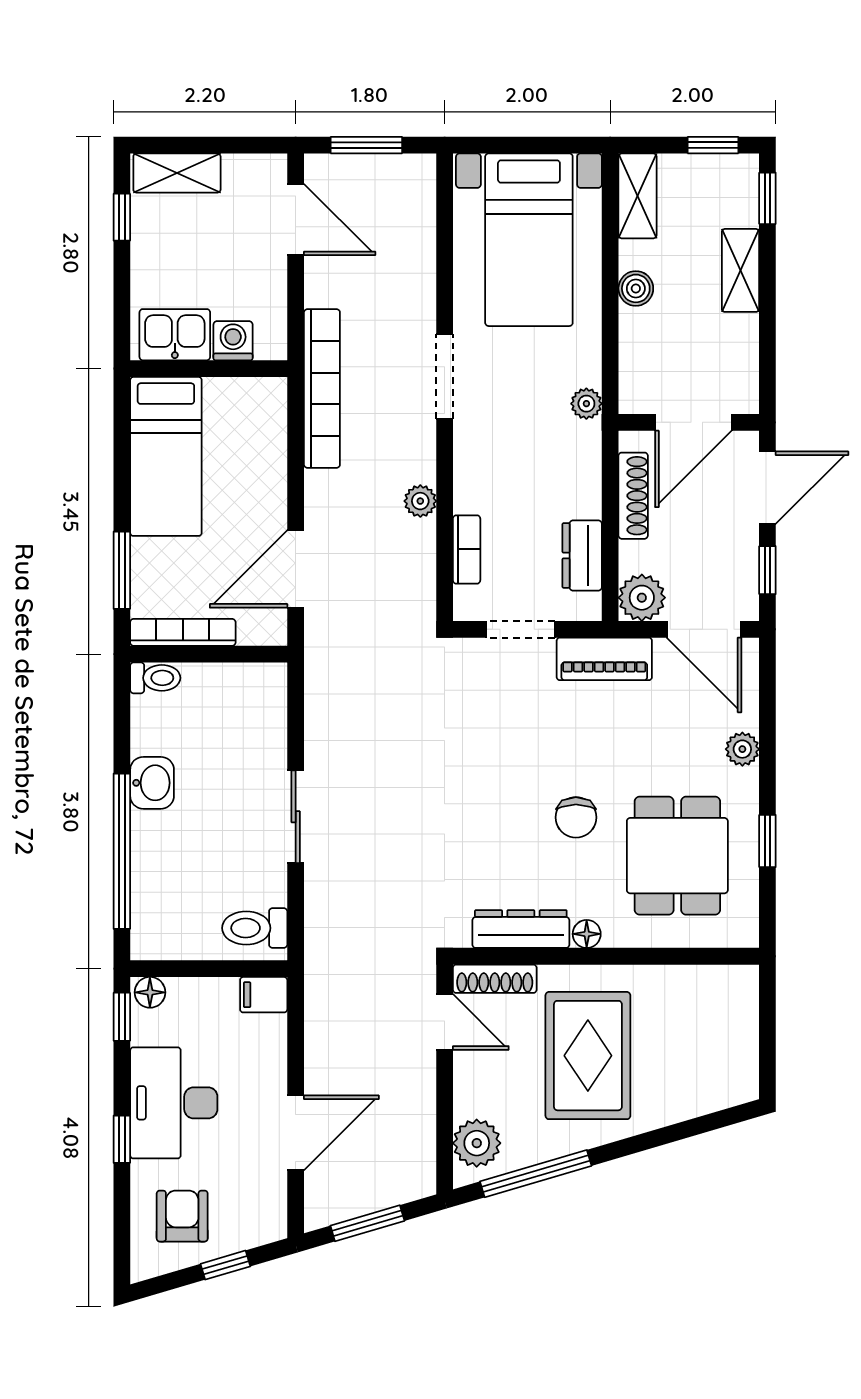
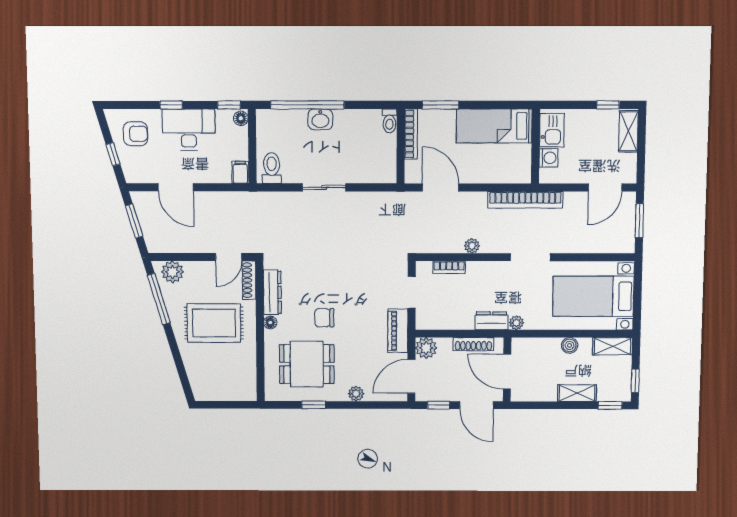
dresser: (582, 555) -> (491, 321), moved
washbasin: (152, 783) -> (320, 119), moved

